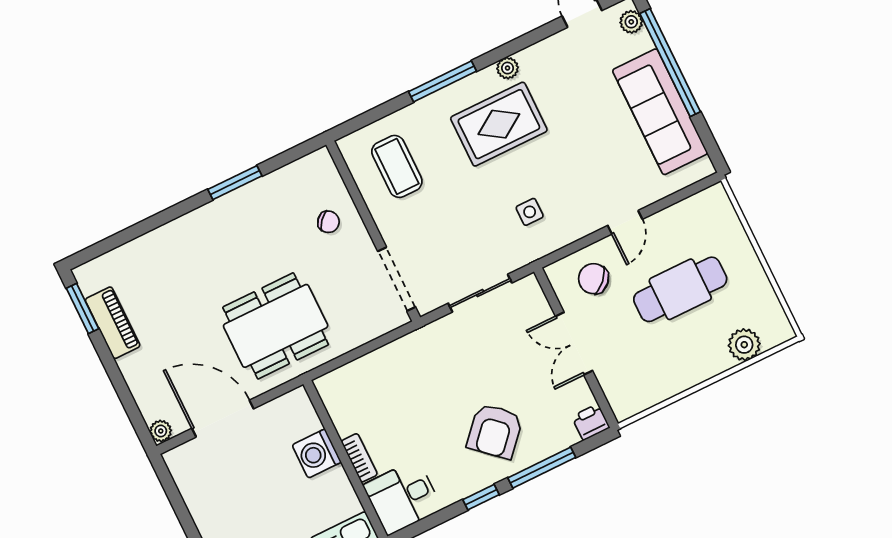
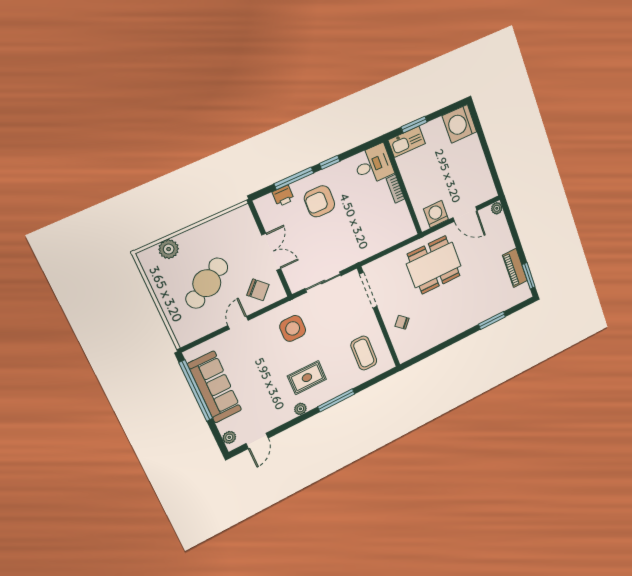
window: (670, 63) -> (196, 391), moved
rug: (499, 124) -> (307, 378), width x0.73, depth x0.70
window: (235, 183) -> (492, 321), moved
side table: (530, 212) -> (293, 328), width x1.87, depth x1.87
cafe table: (680, 289) -> (207, 283), turned -31
door: (223, 419) -> (465, 214), width x0.73
printer: (591, 422) -> (283, 196), moved
armchair: (495, 431) -> (320, 201), turned -132
washing machine: (317, 454) -> (436, 214), moved, turned -90

